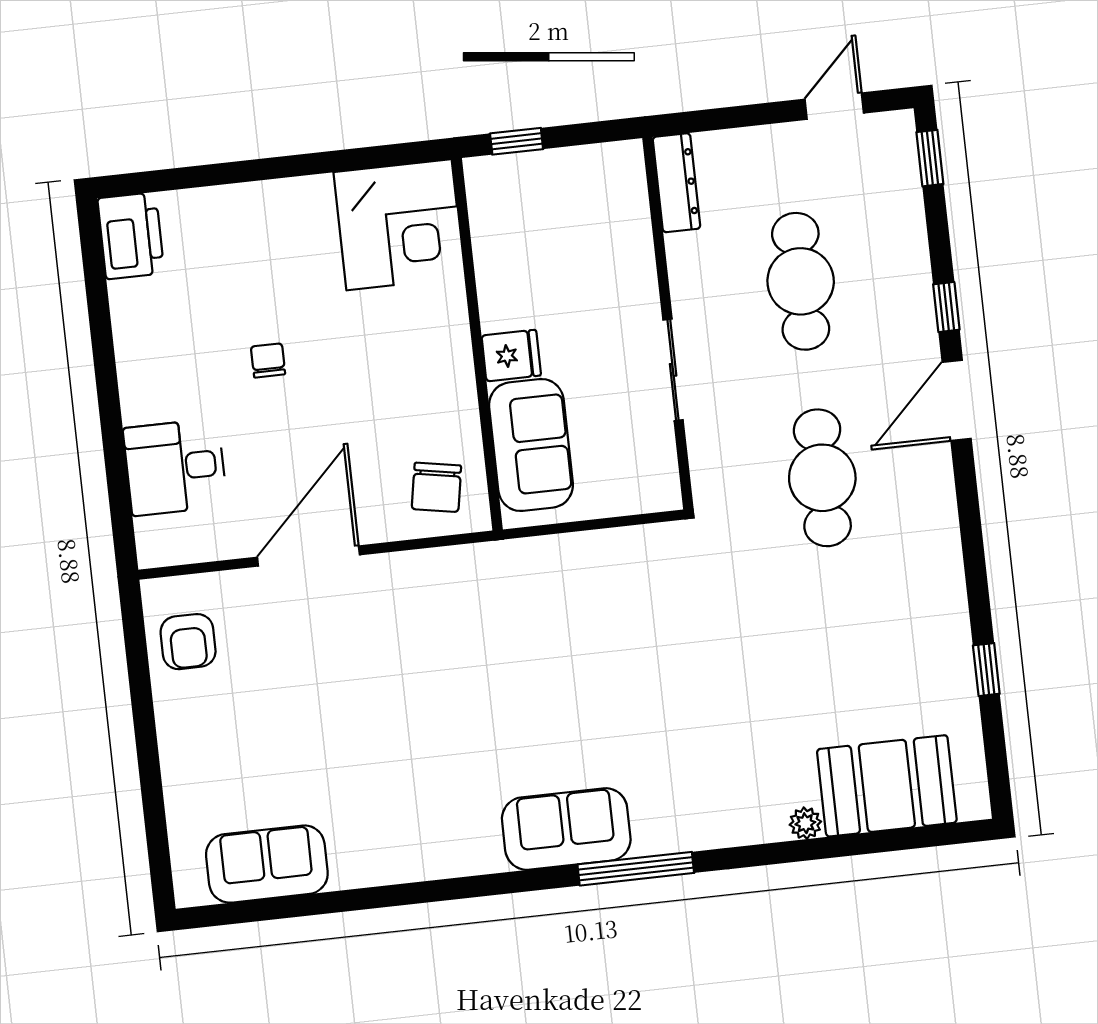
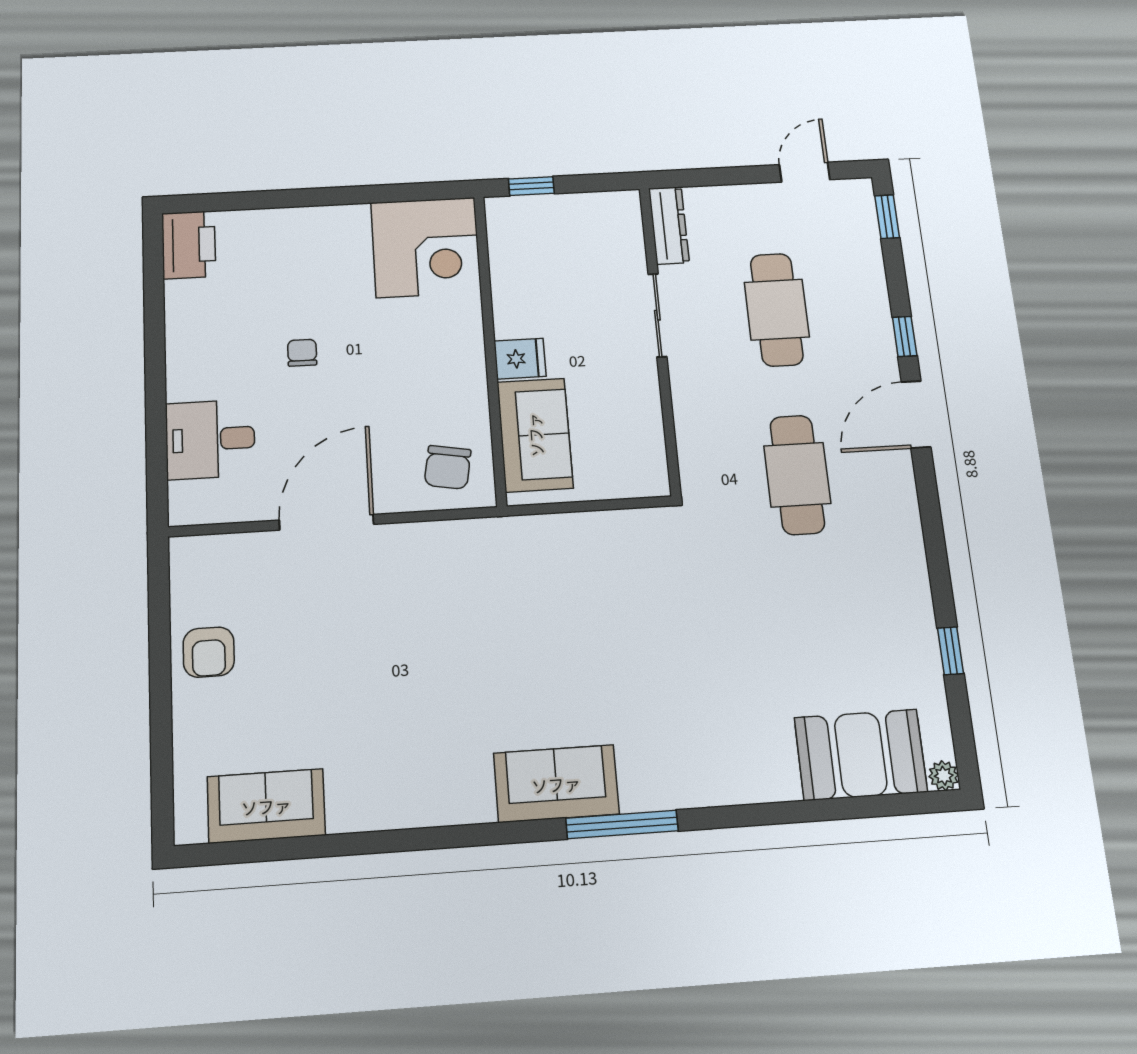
sliding door: (673, 370) -> (657, 315), moved
armchair: (188, 642) -> (209, 652), moved
plant: (805, 823) -> (944, 776), moved

